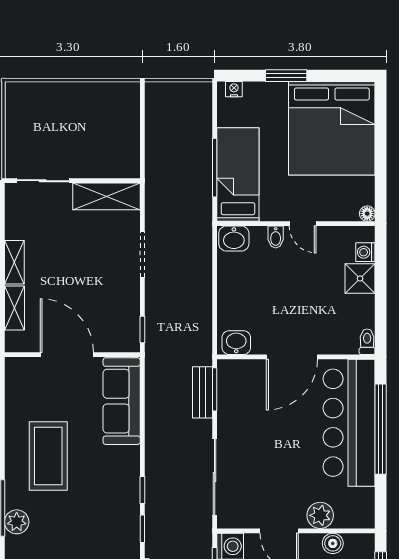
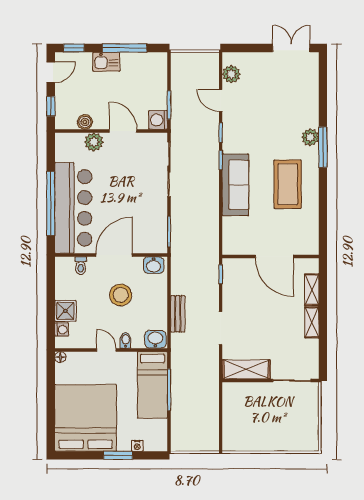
nightstand: (234, 89) -> (137, 446), moved
stool: (283, 301) -> (121, 295), added
toilet: (367, 342) -> (81, 266), moved
bench: (203, 392) -> (178, 314), moved
sofa: (122, 401) -> (235, 185), moved

